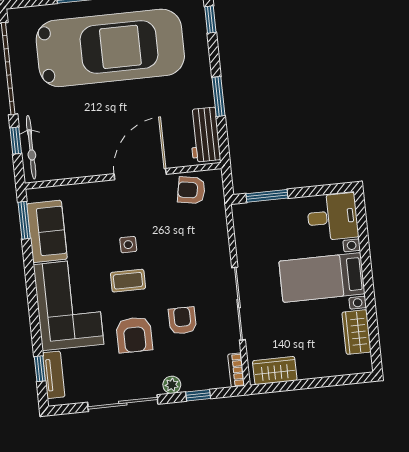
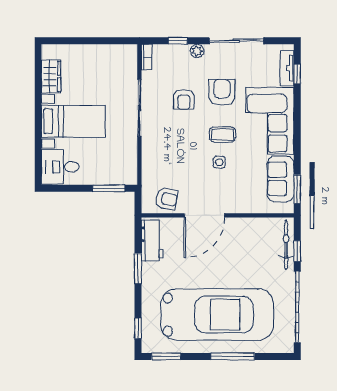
car: (110, 48) -> (217, 315), turned 180
wardrobe: (275, 371) -> (117, 54), removed

